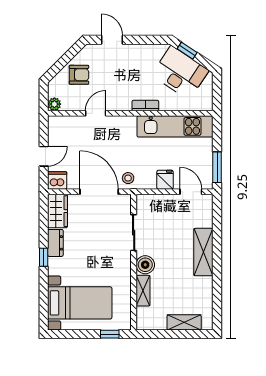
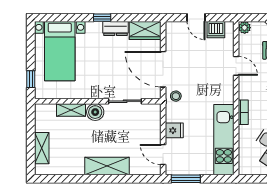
dishwasher: (57, 180) -> (216, 30), moved, turned 90
door: (99, 192) -> (163, 69), swing flipped
door: (191, 192) -> (163, 155), swing flipped

